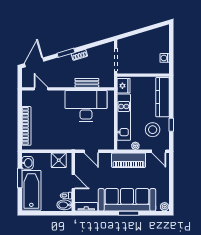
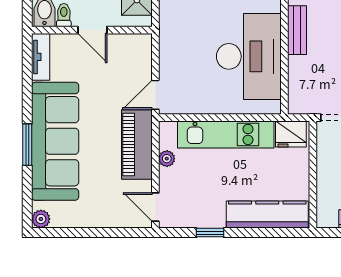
bench: (87, 83) -> (297, 30), moved
stool: (153, 130) -> (200, 194), removed
door: (91, 151) -> (155, 95), moved
door: (159, 151) -> (155, 207), hinge flipped
door: (73, 182) -> (92, 30), hinge flipped

